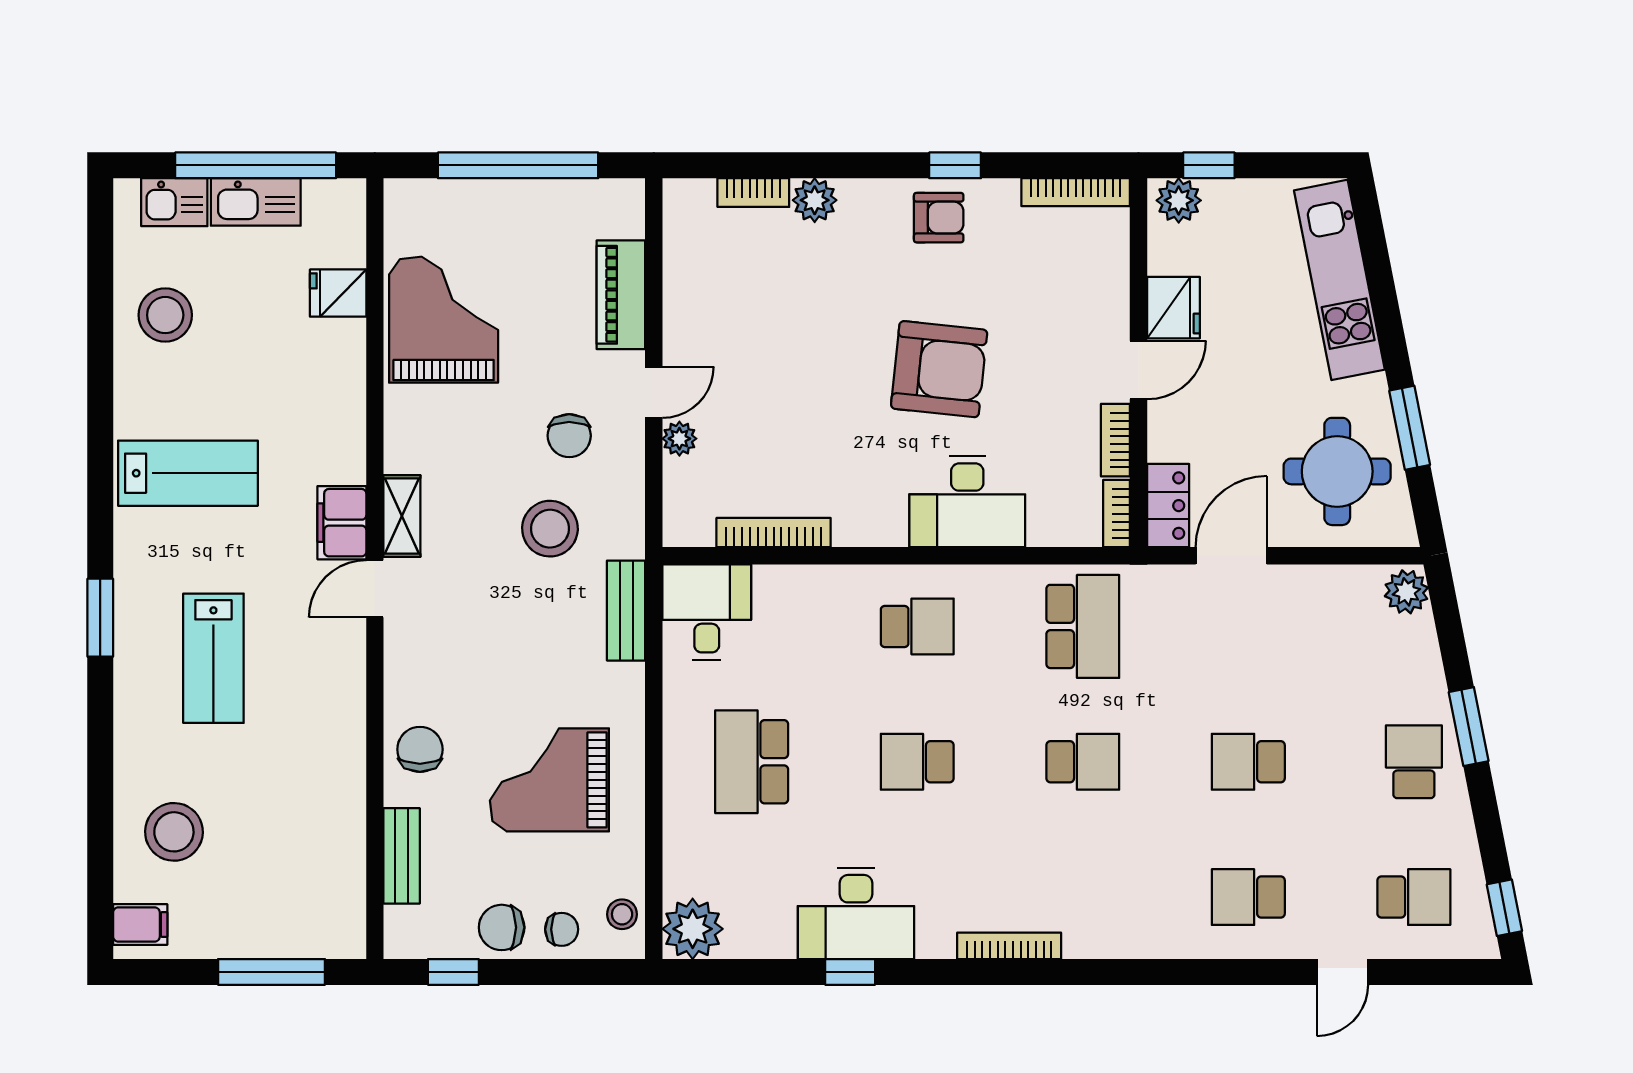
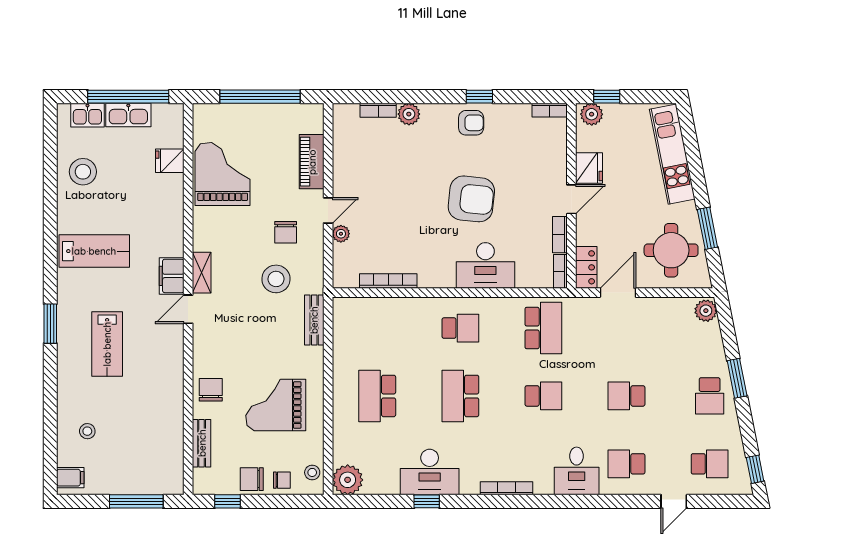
bookcase: (1076, 192) -> (550, 110), width x0.64
desk: (707, 612) -> (577, 471), moved, turned 180
school desk: (917, 762) -> (460, 396), width x1.85
school desk: (1414, 762) -> (710, 396), turned 180
stool: (174, 832) -> (87, 431), width x0.53, depth x0.53

